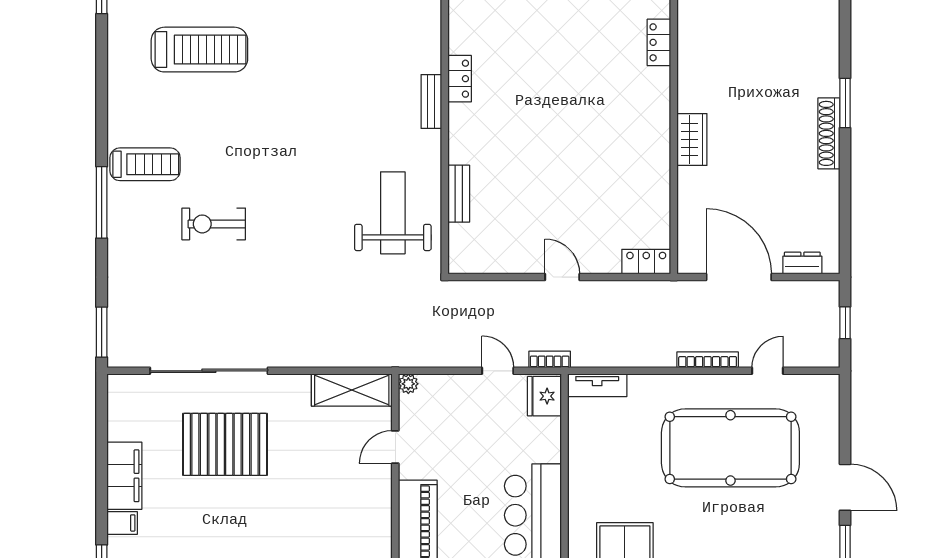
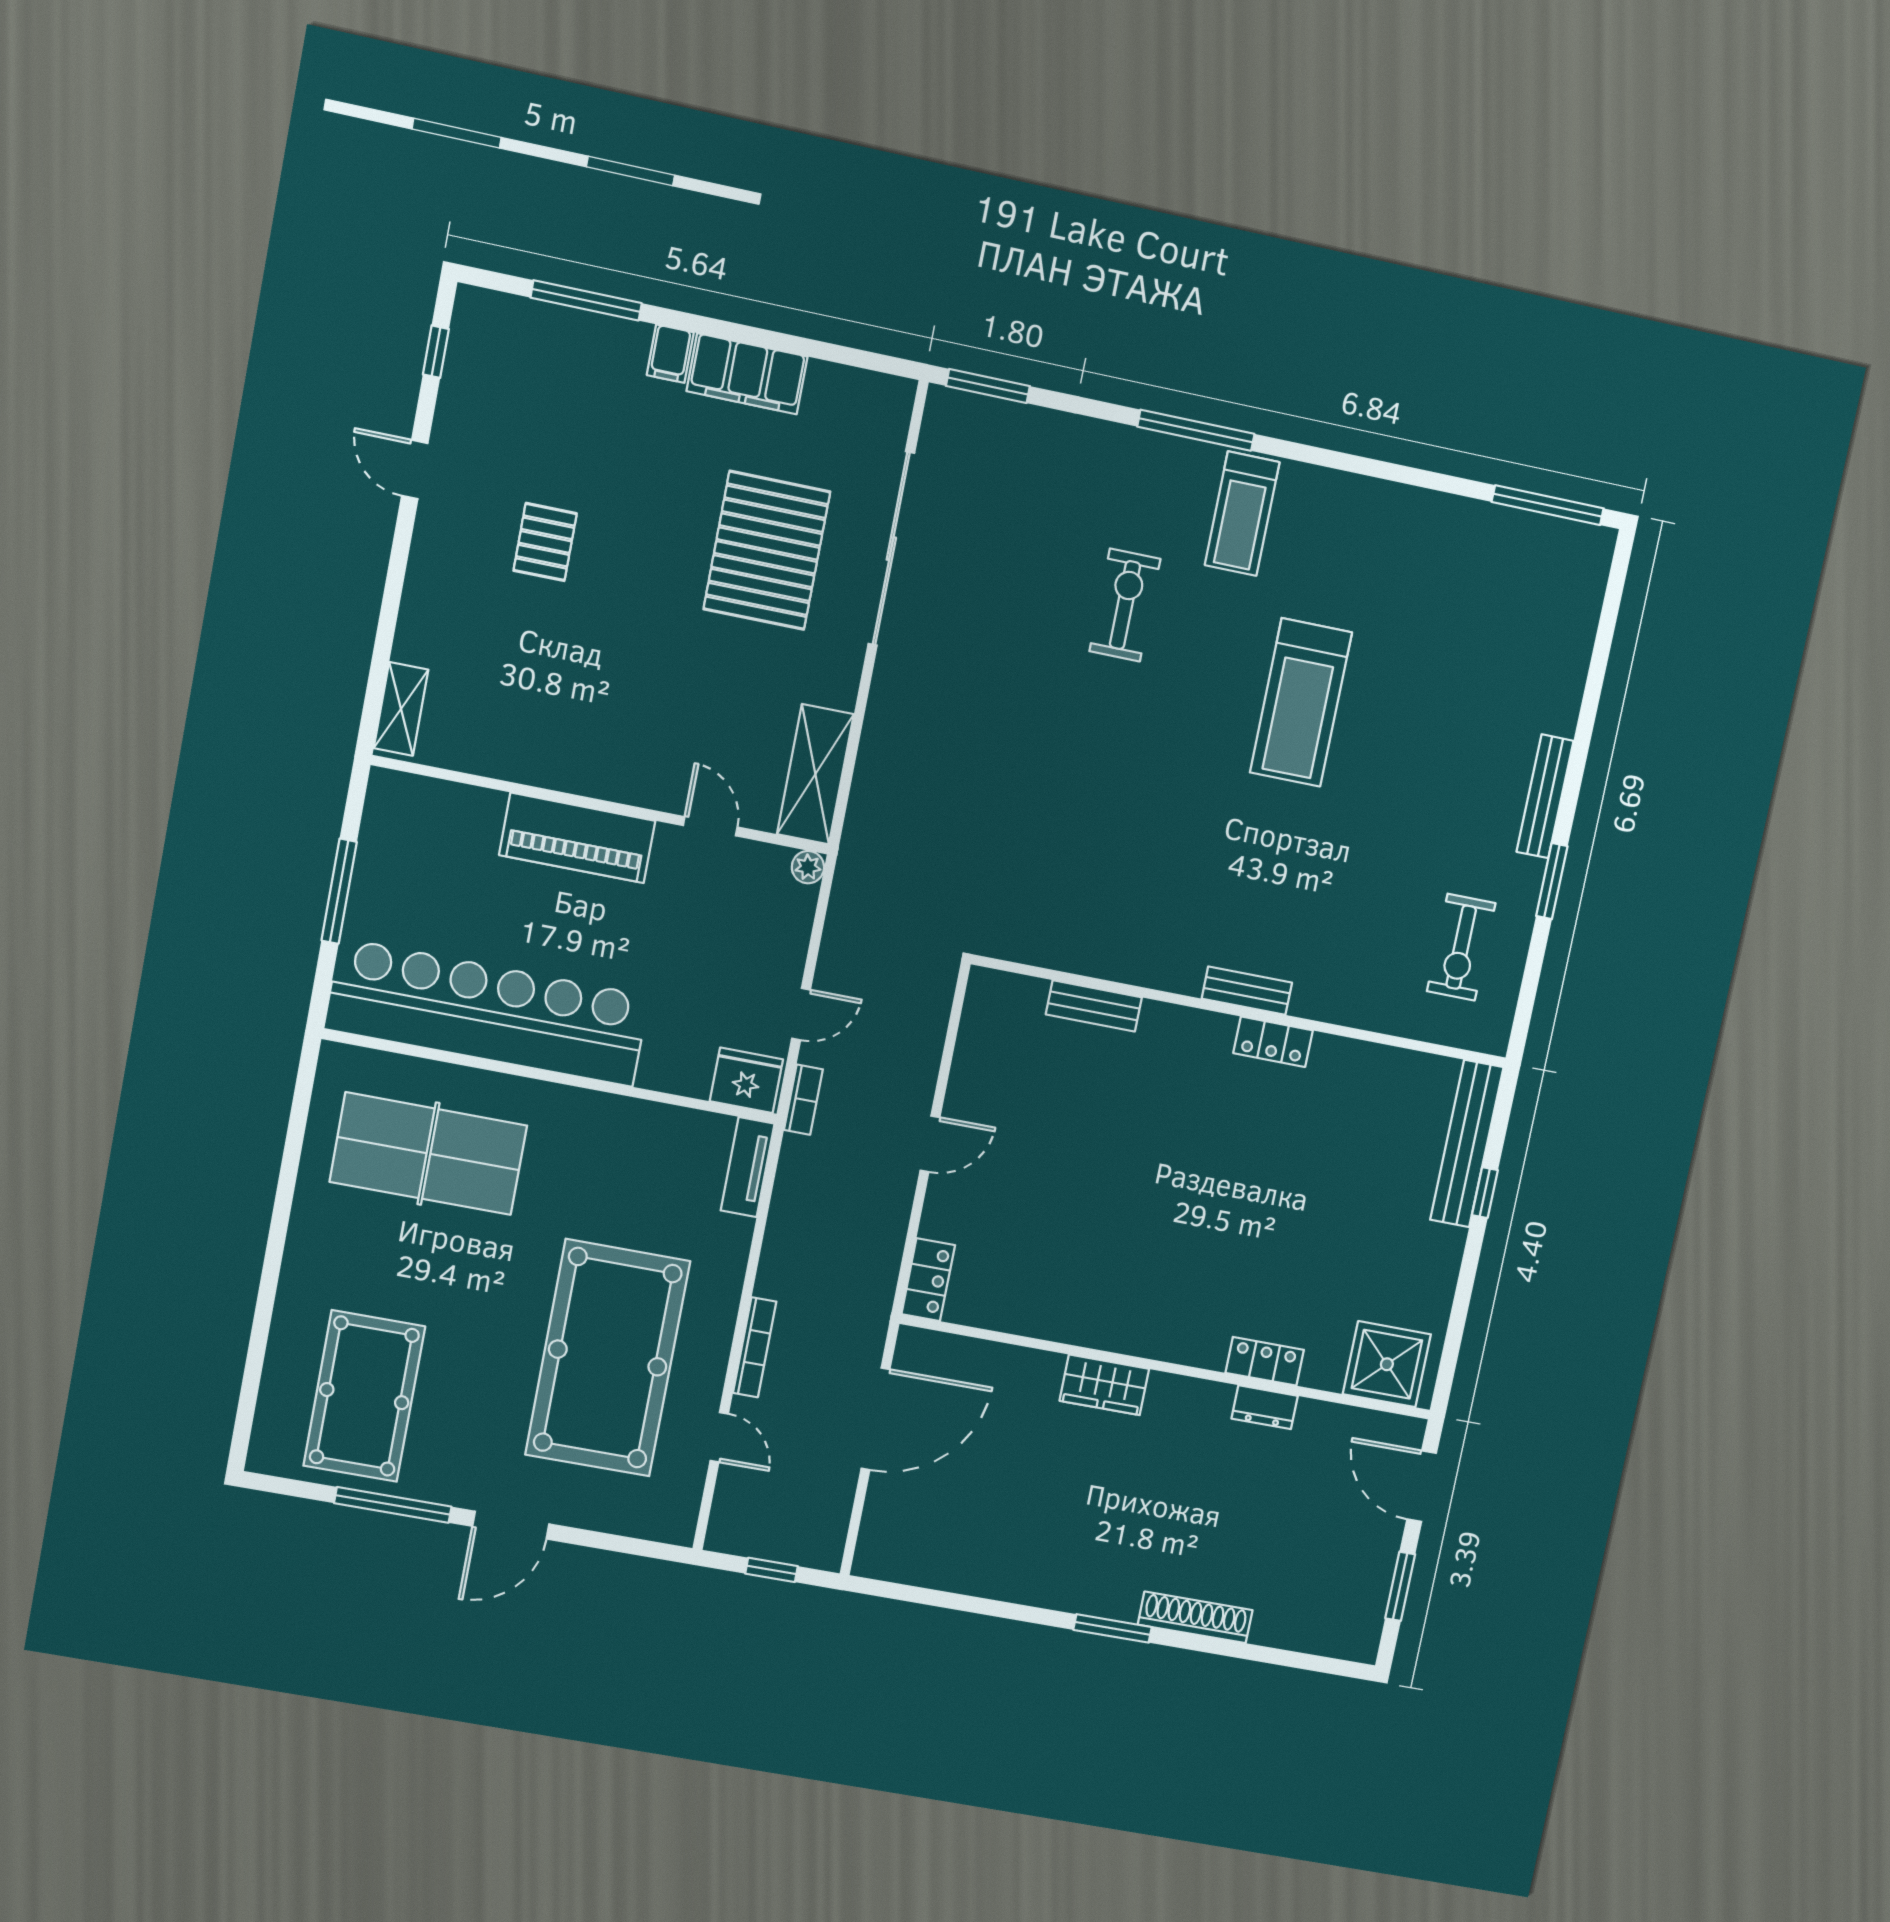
treadmill: (199, 50) -> (1301, 703), moved
shoe rack: (829, 133) -> (1195, 1617), moved
weight bench: (393, 213) -> (1085, 896), removed
dresser: (802, 263) -> (1265, 1407), moved, turned 90

